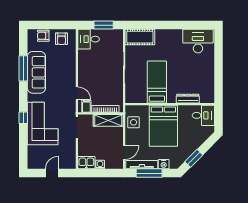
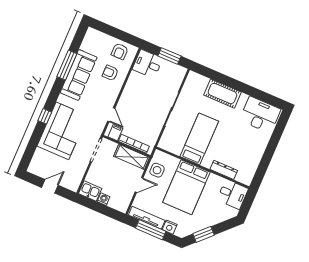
armchair: (43, 36) -> (110, 73), moved
cot: (140, 37) -> (222, 94), moved
door: (124, 152) -> (139, 185), moved

